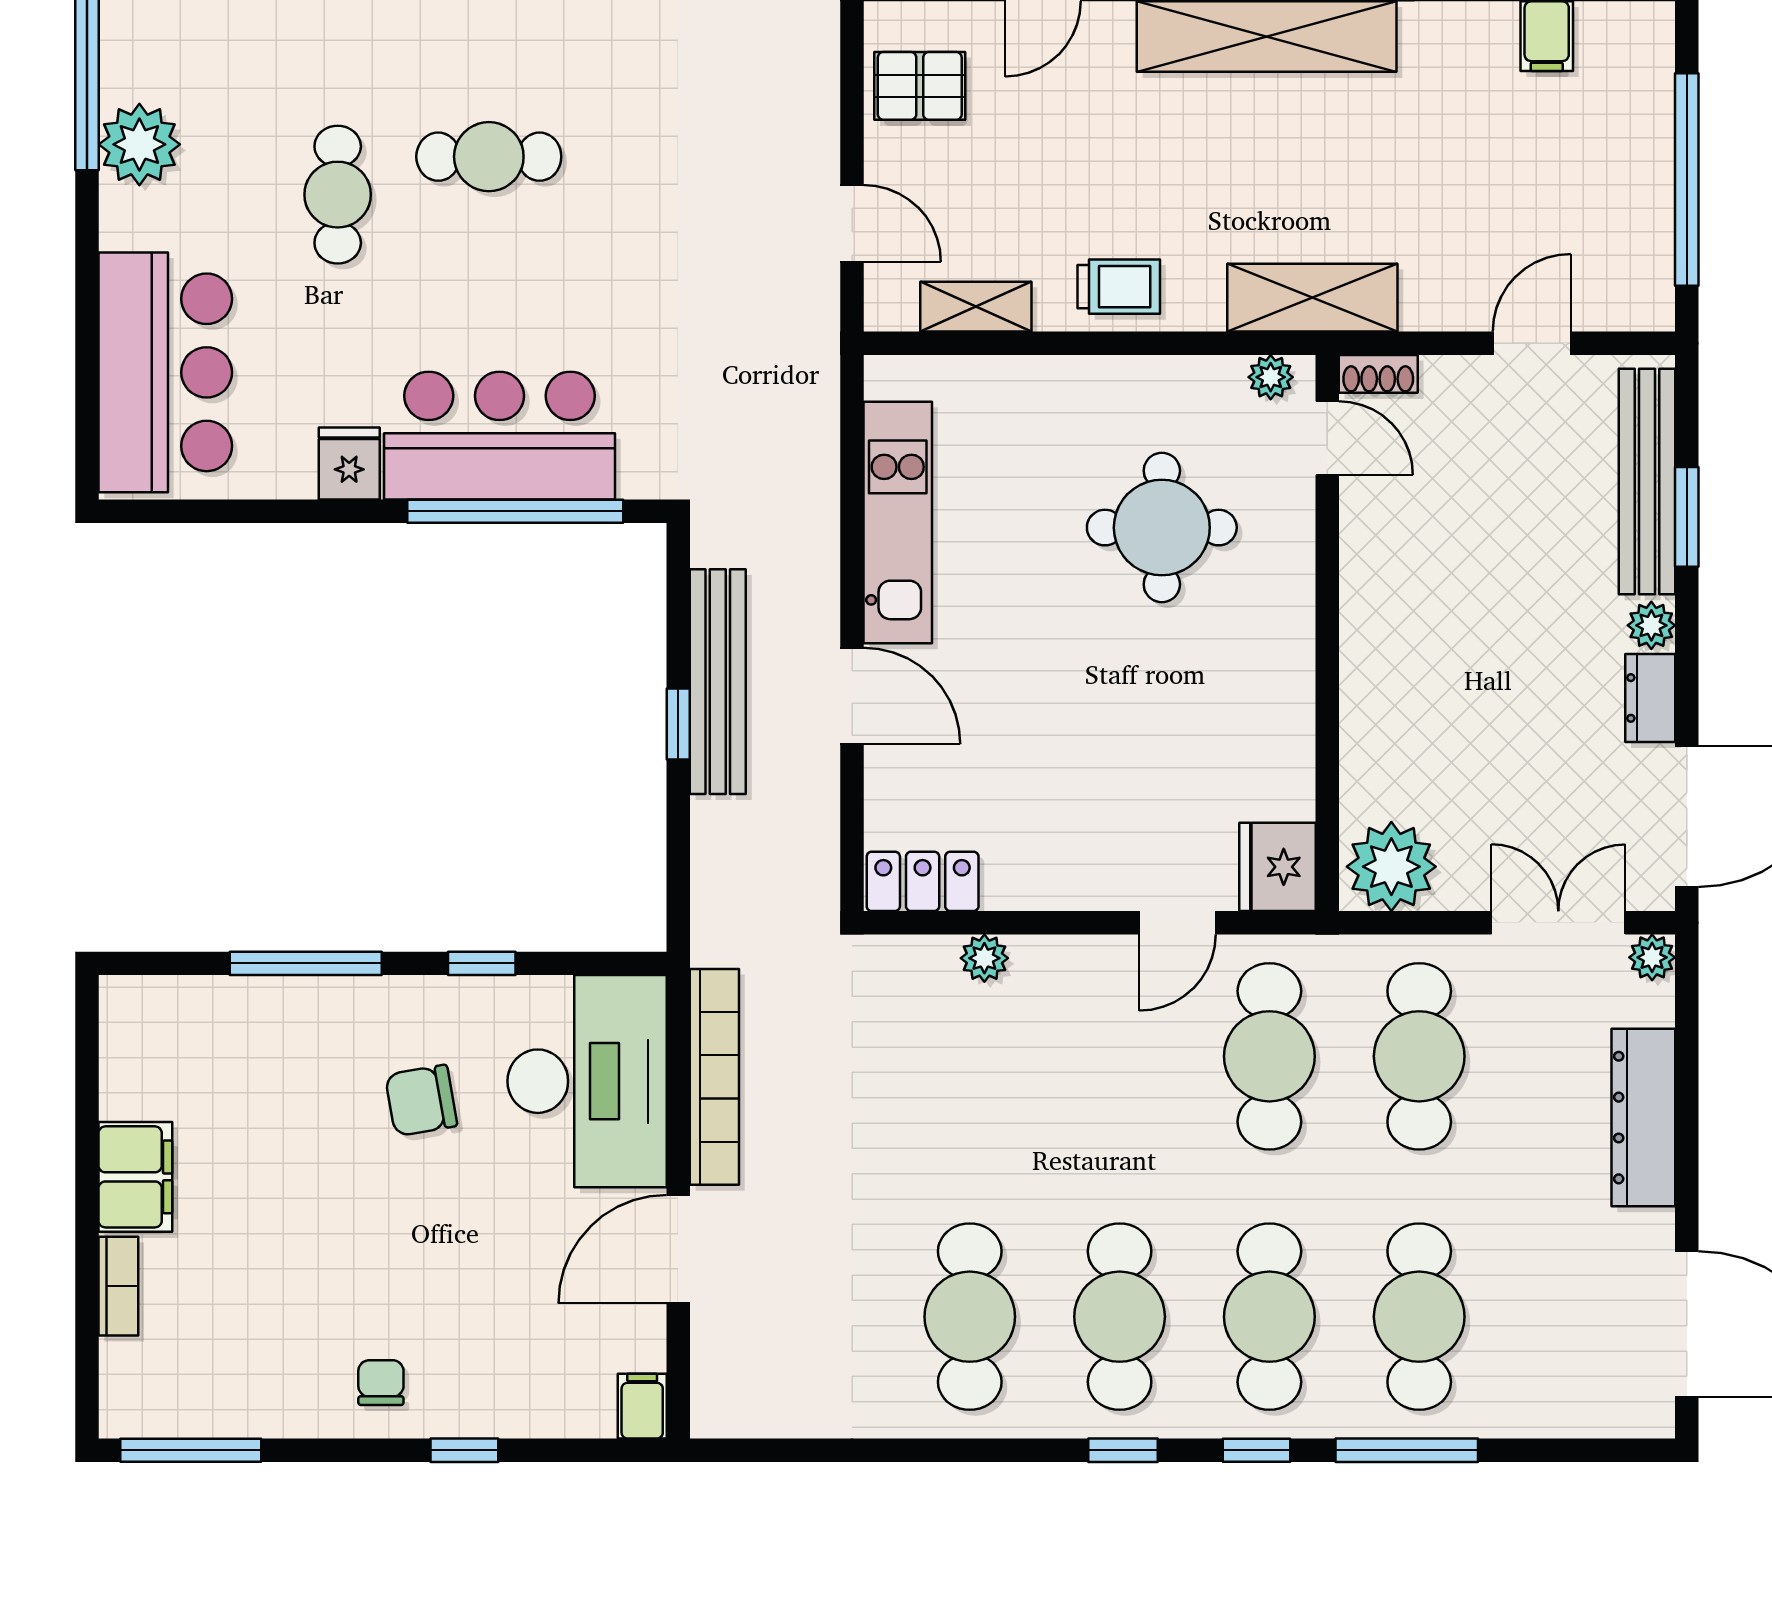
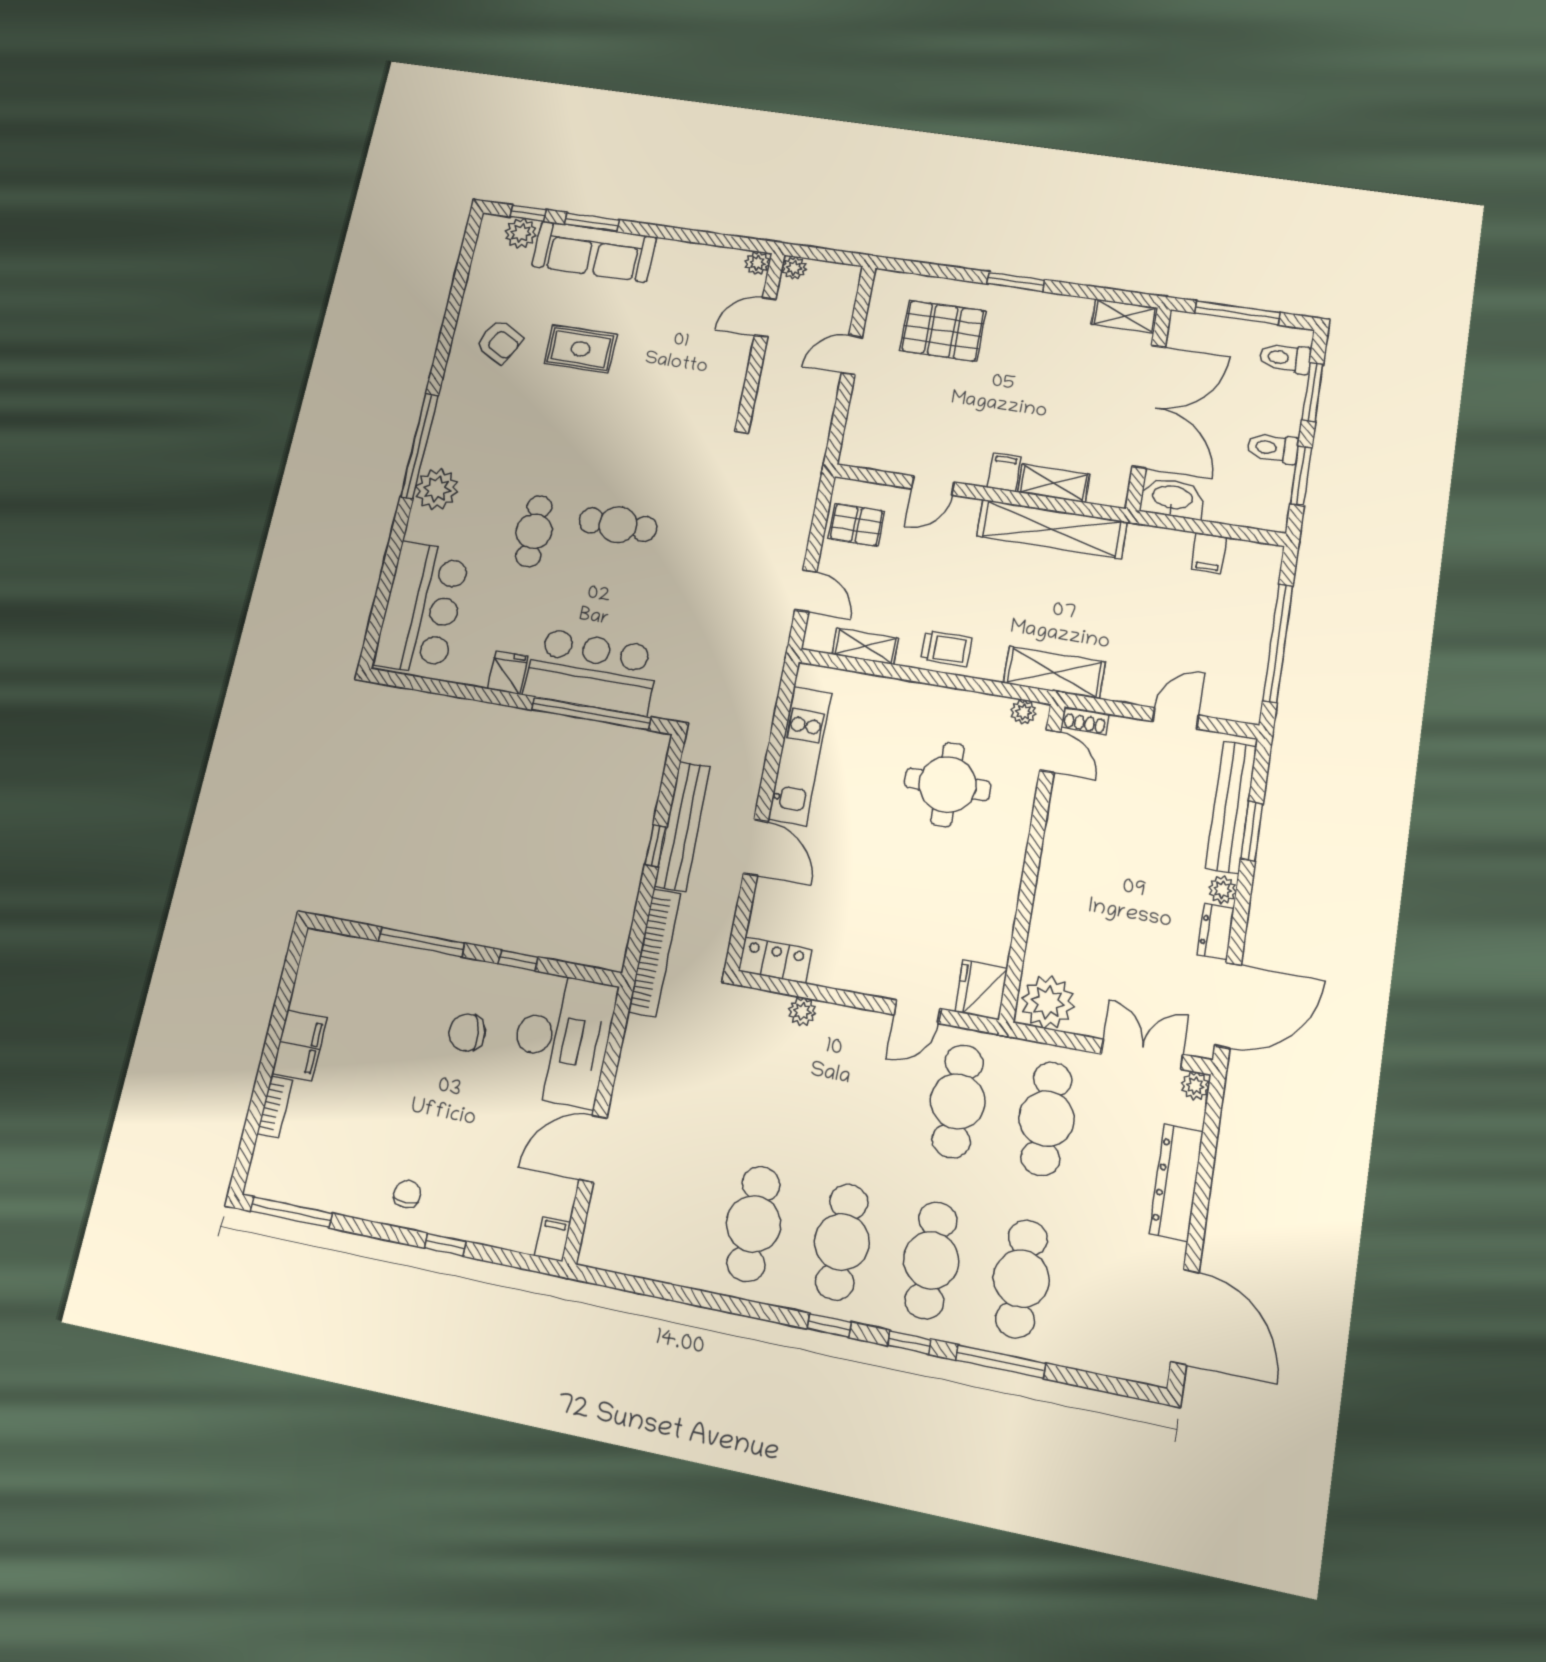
bookcase: (714, 1077) -> (655, 953), moved

